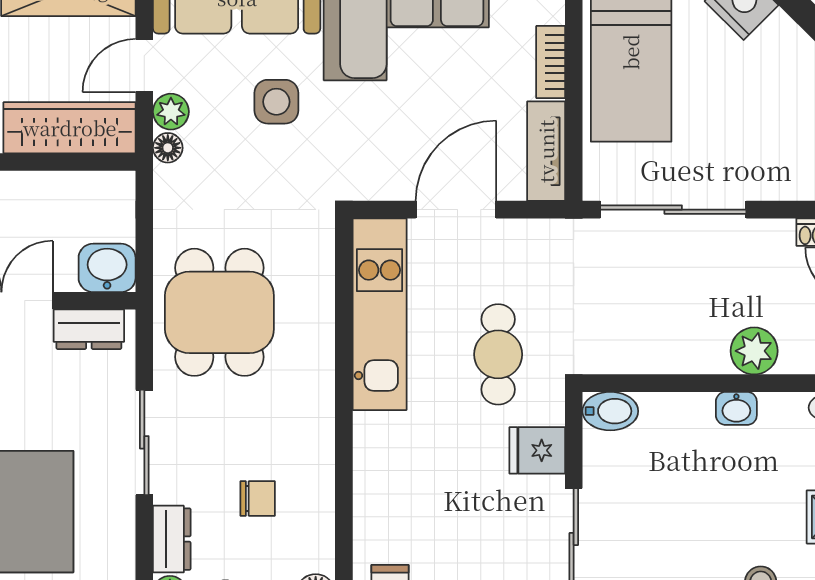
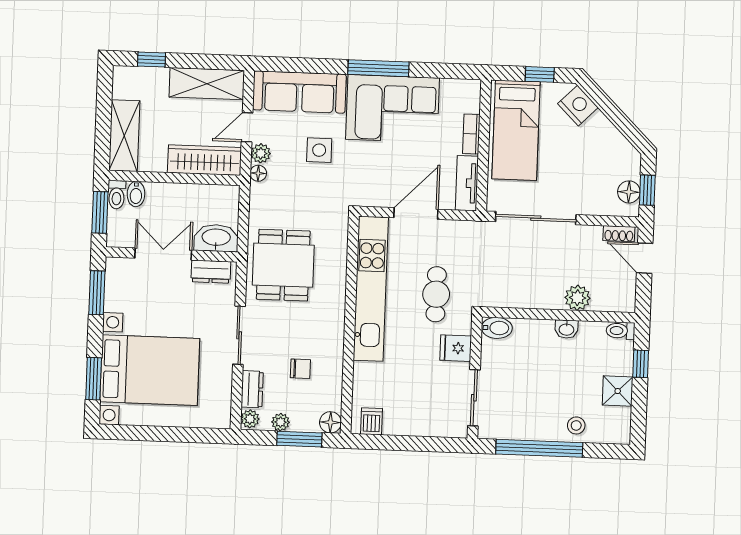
washbasin: (107, 268) -> (216, 238), width x1.38
kitchen unit: (380, 314) -> (371, 289), width x1.36

